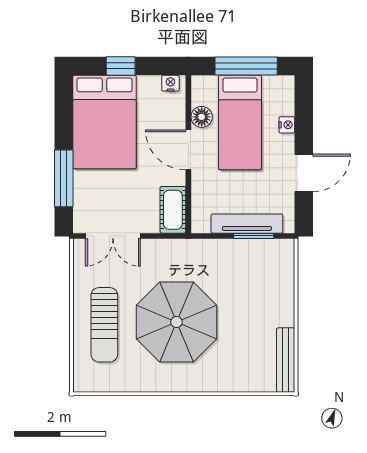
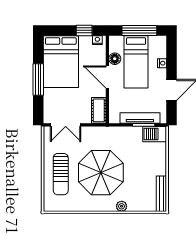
window: (121, 66) -> (84, 30), moved
window: (64, 178) -> (38, 79), moved
barbecue: (273, 253) -> (155, 134), added
plant: (214, 383) -> (122, 206), added

